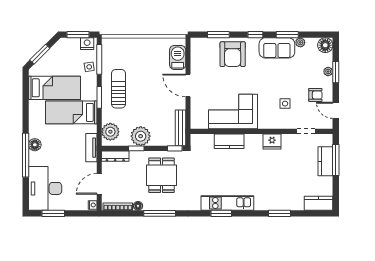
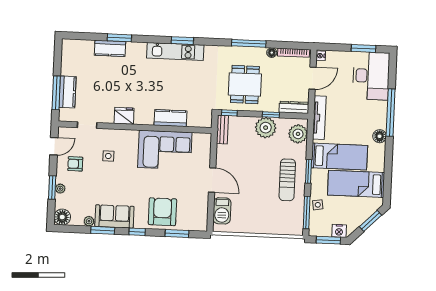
nightstand: (87, 44) -> (339, 231), moved
door: (336, 110) -> (54, 146), hinge flipped
bench: (181, 128) -> (222, 130), width x0.73
floor lamp: (35, 145) -> (380, 136), moved
tv unit: (91, 148) -> (319, 118), width x1.41
kitchen counter: (319, 203) -> (110, 48), moved

